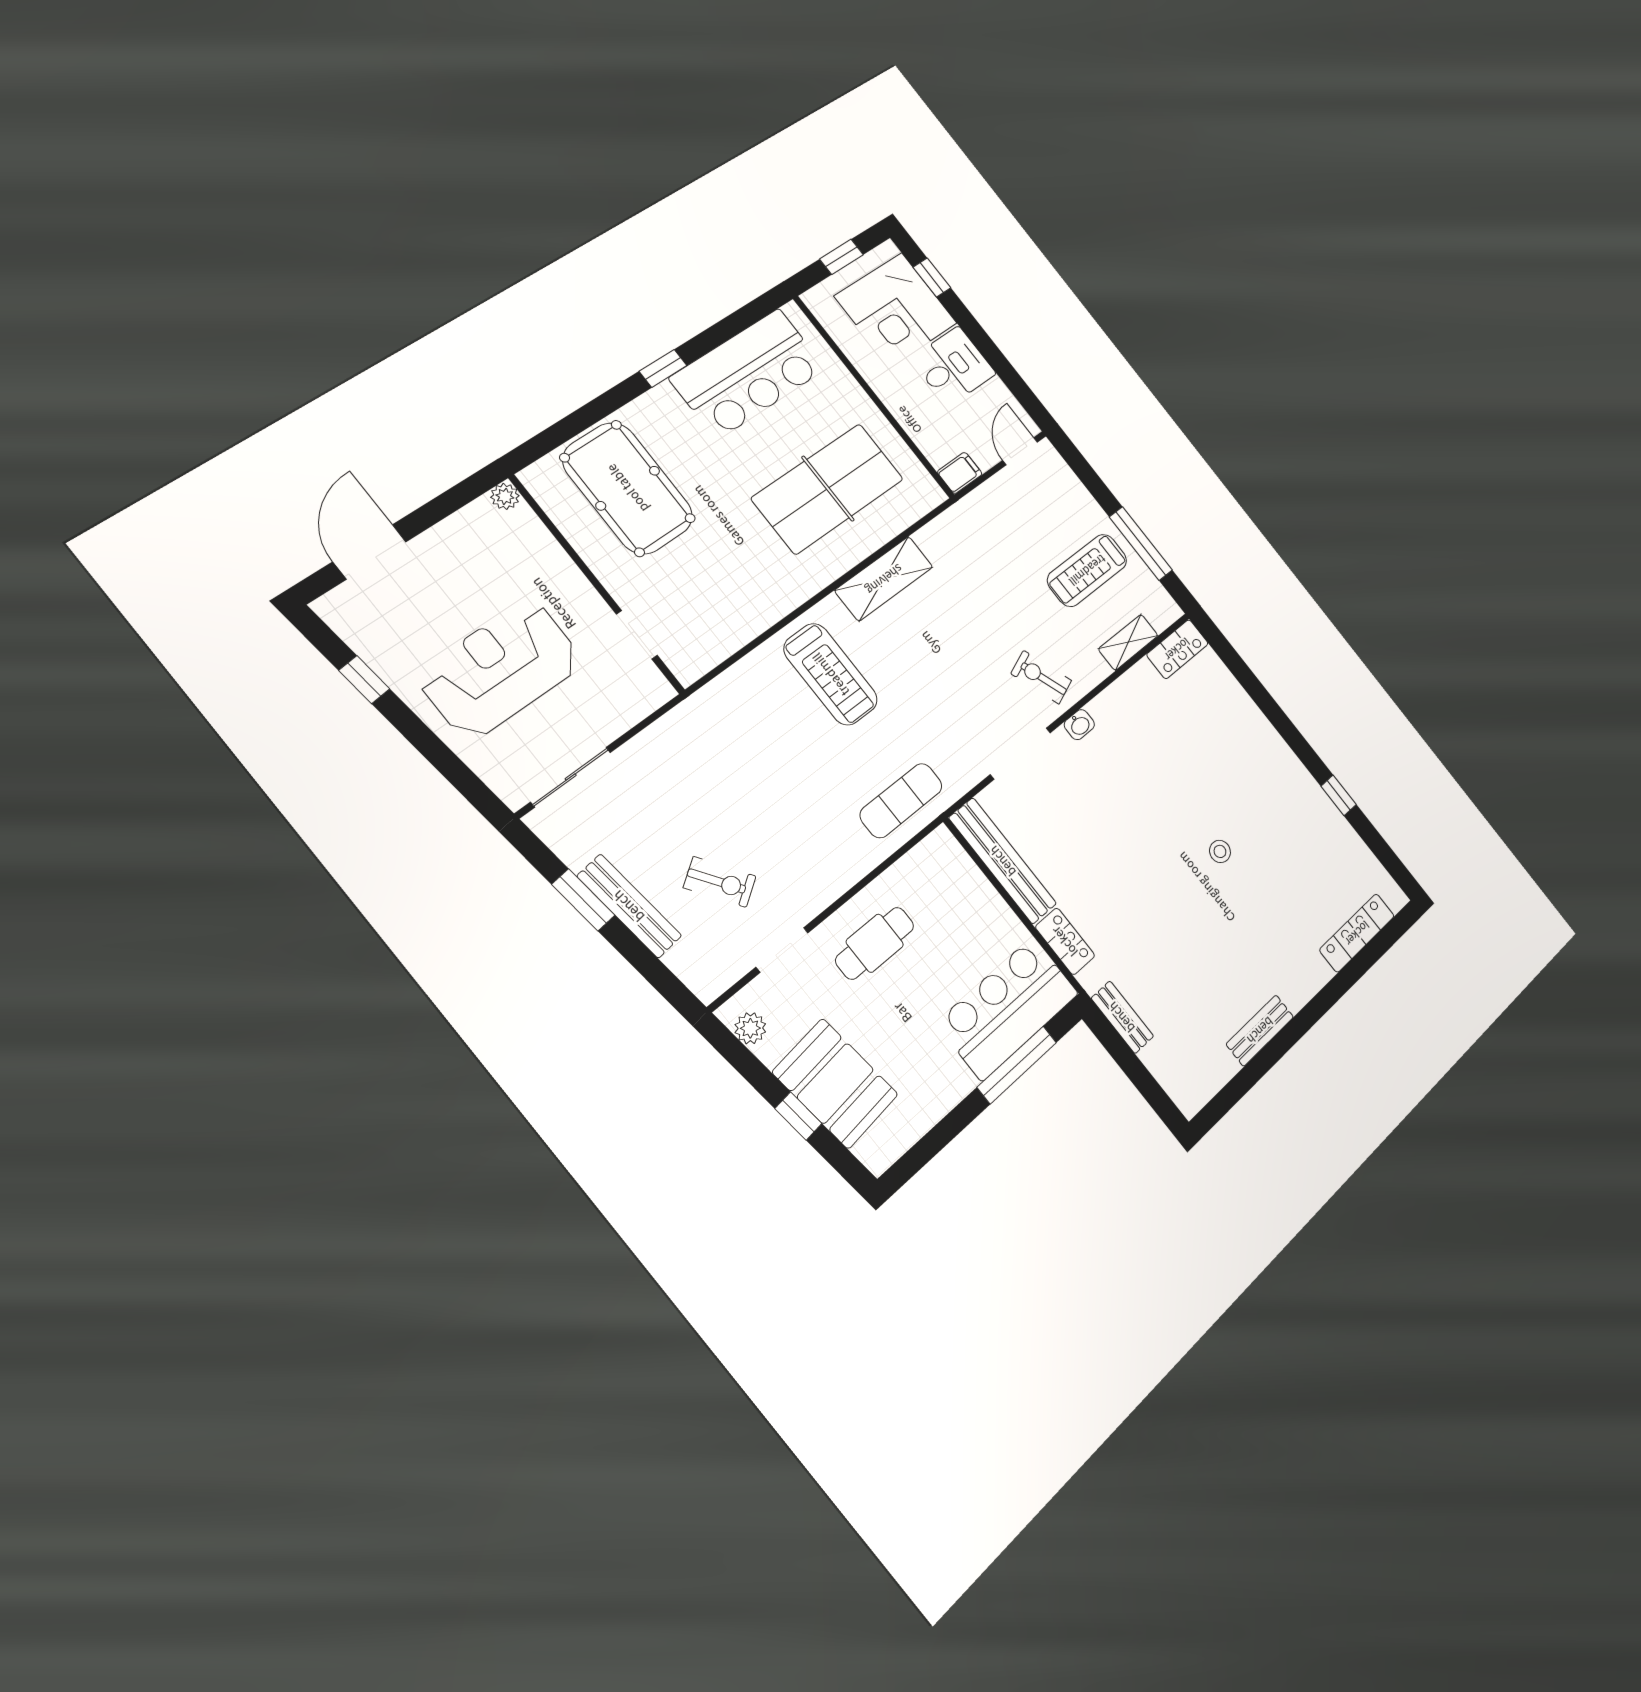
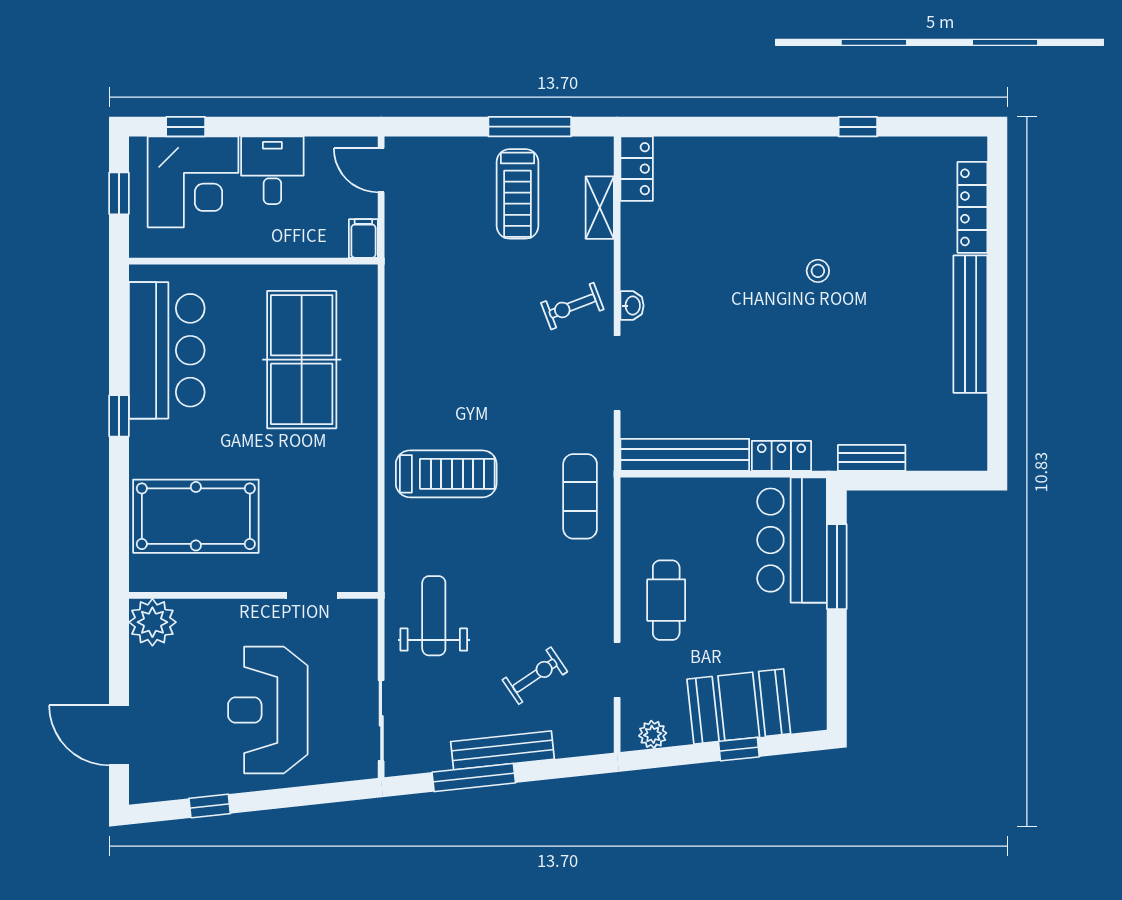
plant: (505, 496) -> (152, 622), width x1.87, depth x1.87
shelving: (884, 579) -> (404, 372), removed
weight bench: (702, 753) -> (434, 616), added
window: (583, 900) -> (474, 778), width x1.44
bench: (1260, 1030) -> (970, 324), width x1.86, depth x1.21

